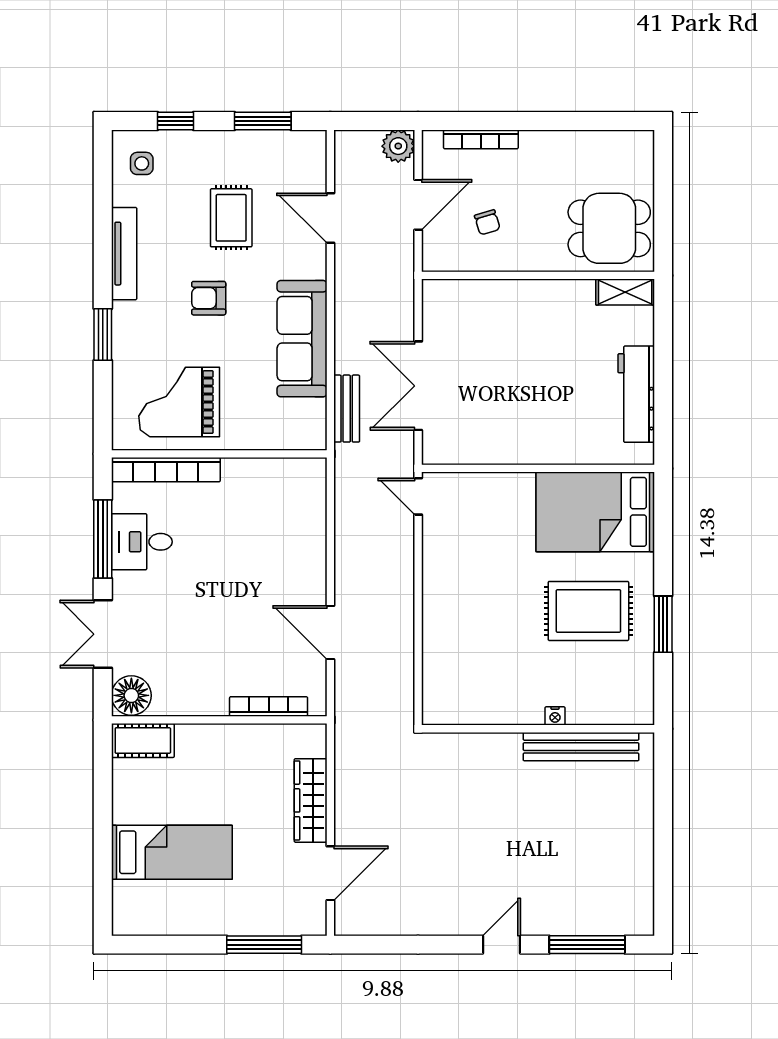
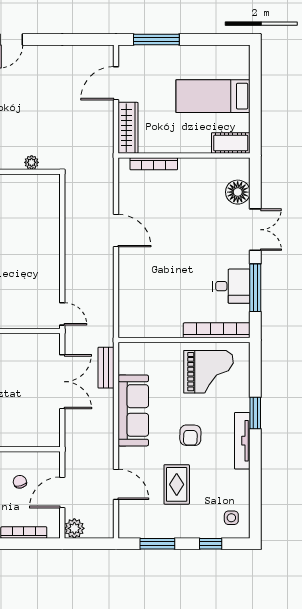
tv unit: (124, 254) -> (242, 441), moved
armchair: (209, 298) -> (190, 435), turned 91
bookcase: (269, 707) -> (154, 164), moved
wall: (219, 720) -> (184, 156), moved
cot: (143, 741) -> (231, 143), moved
plant: (468, 744) -> (32, 162), added

